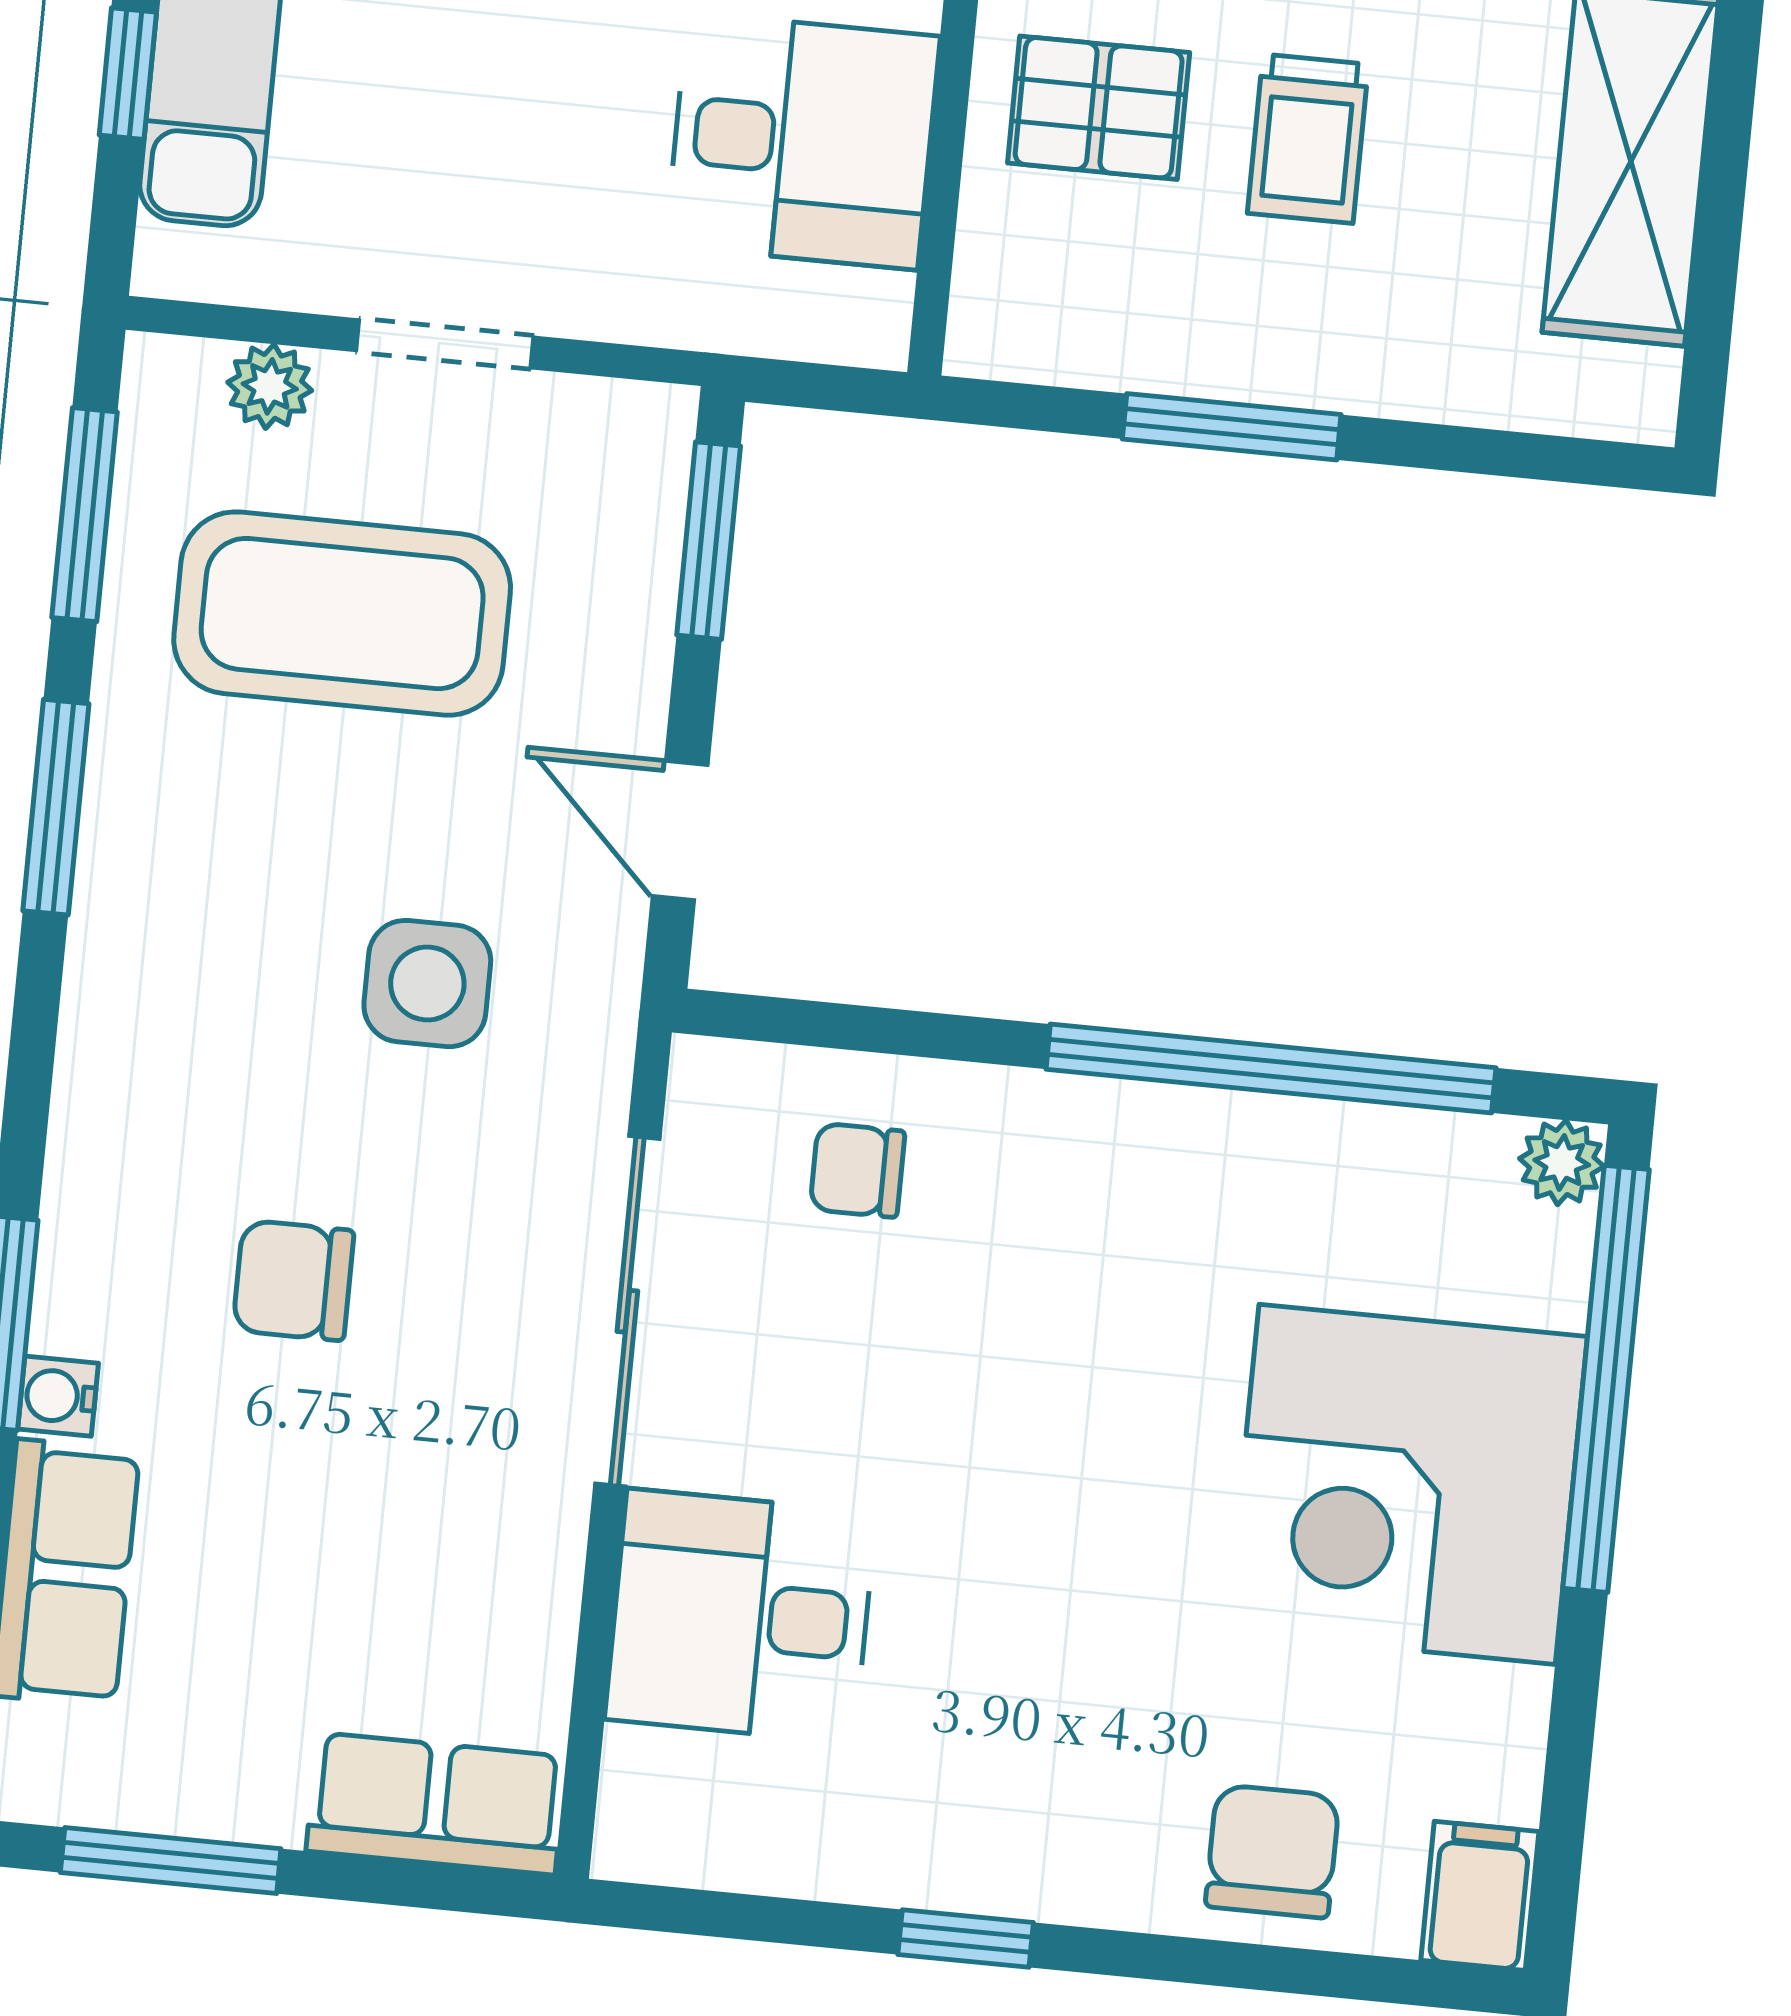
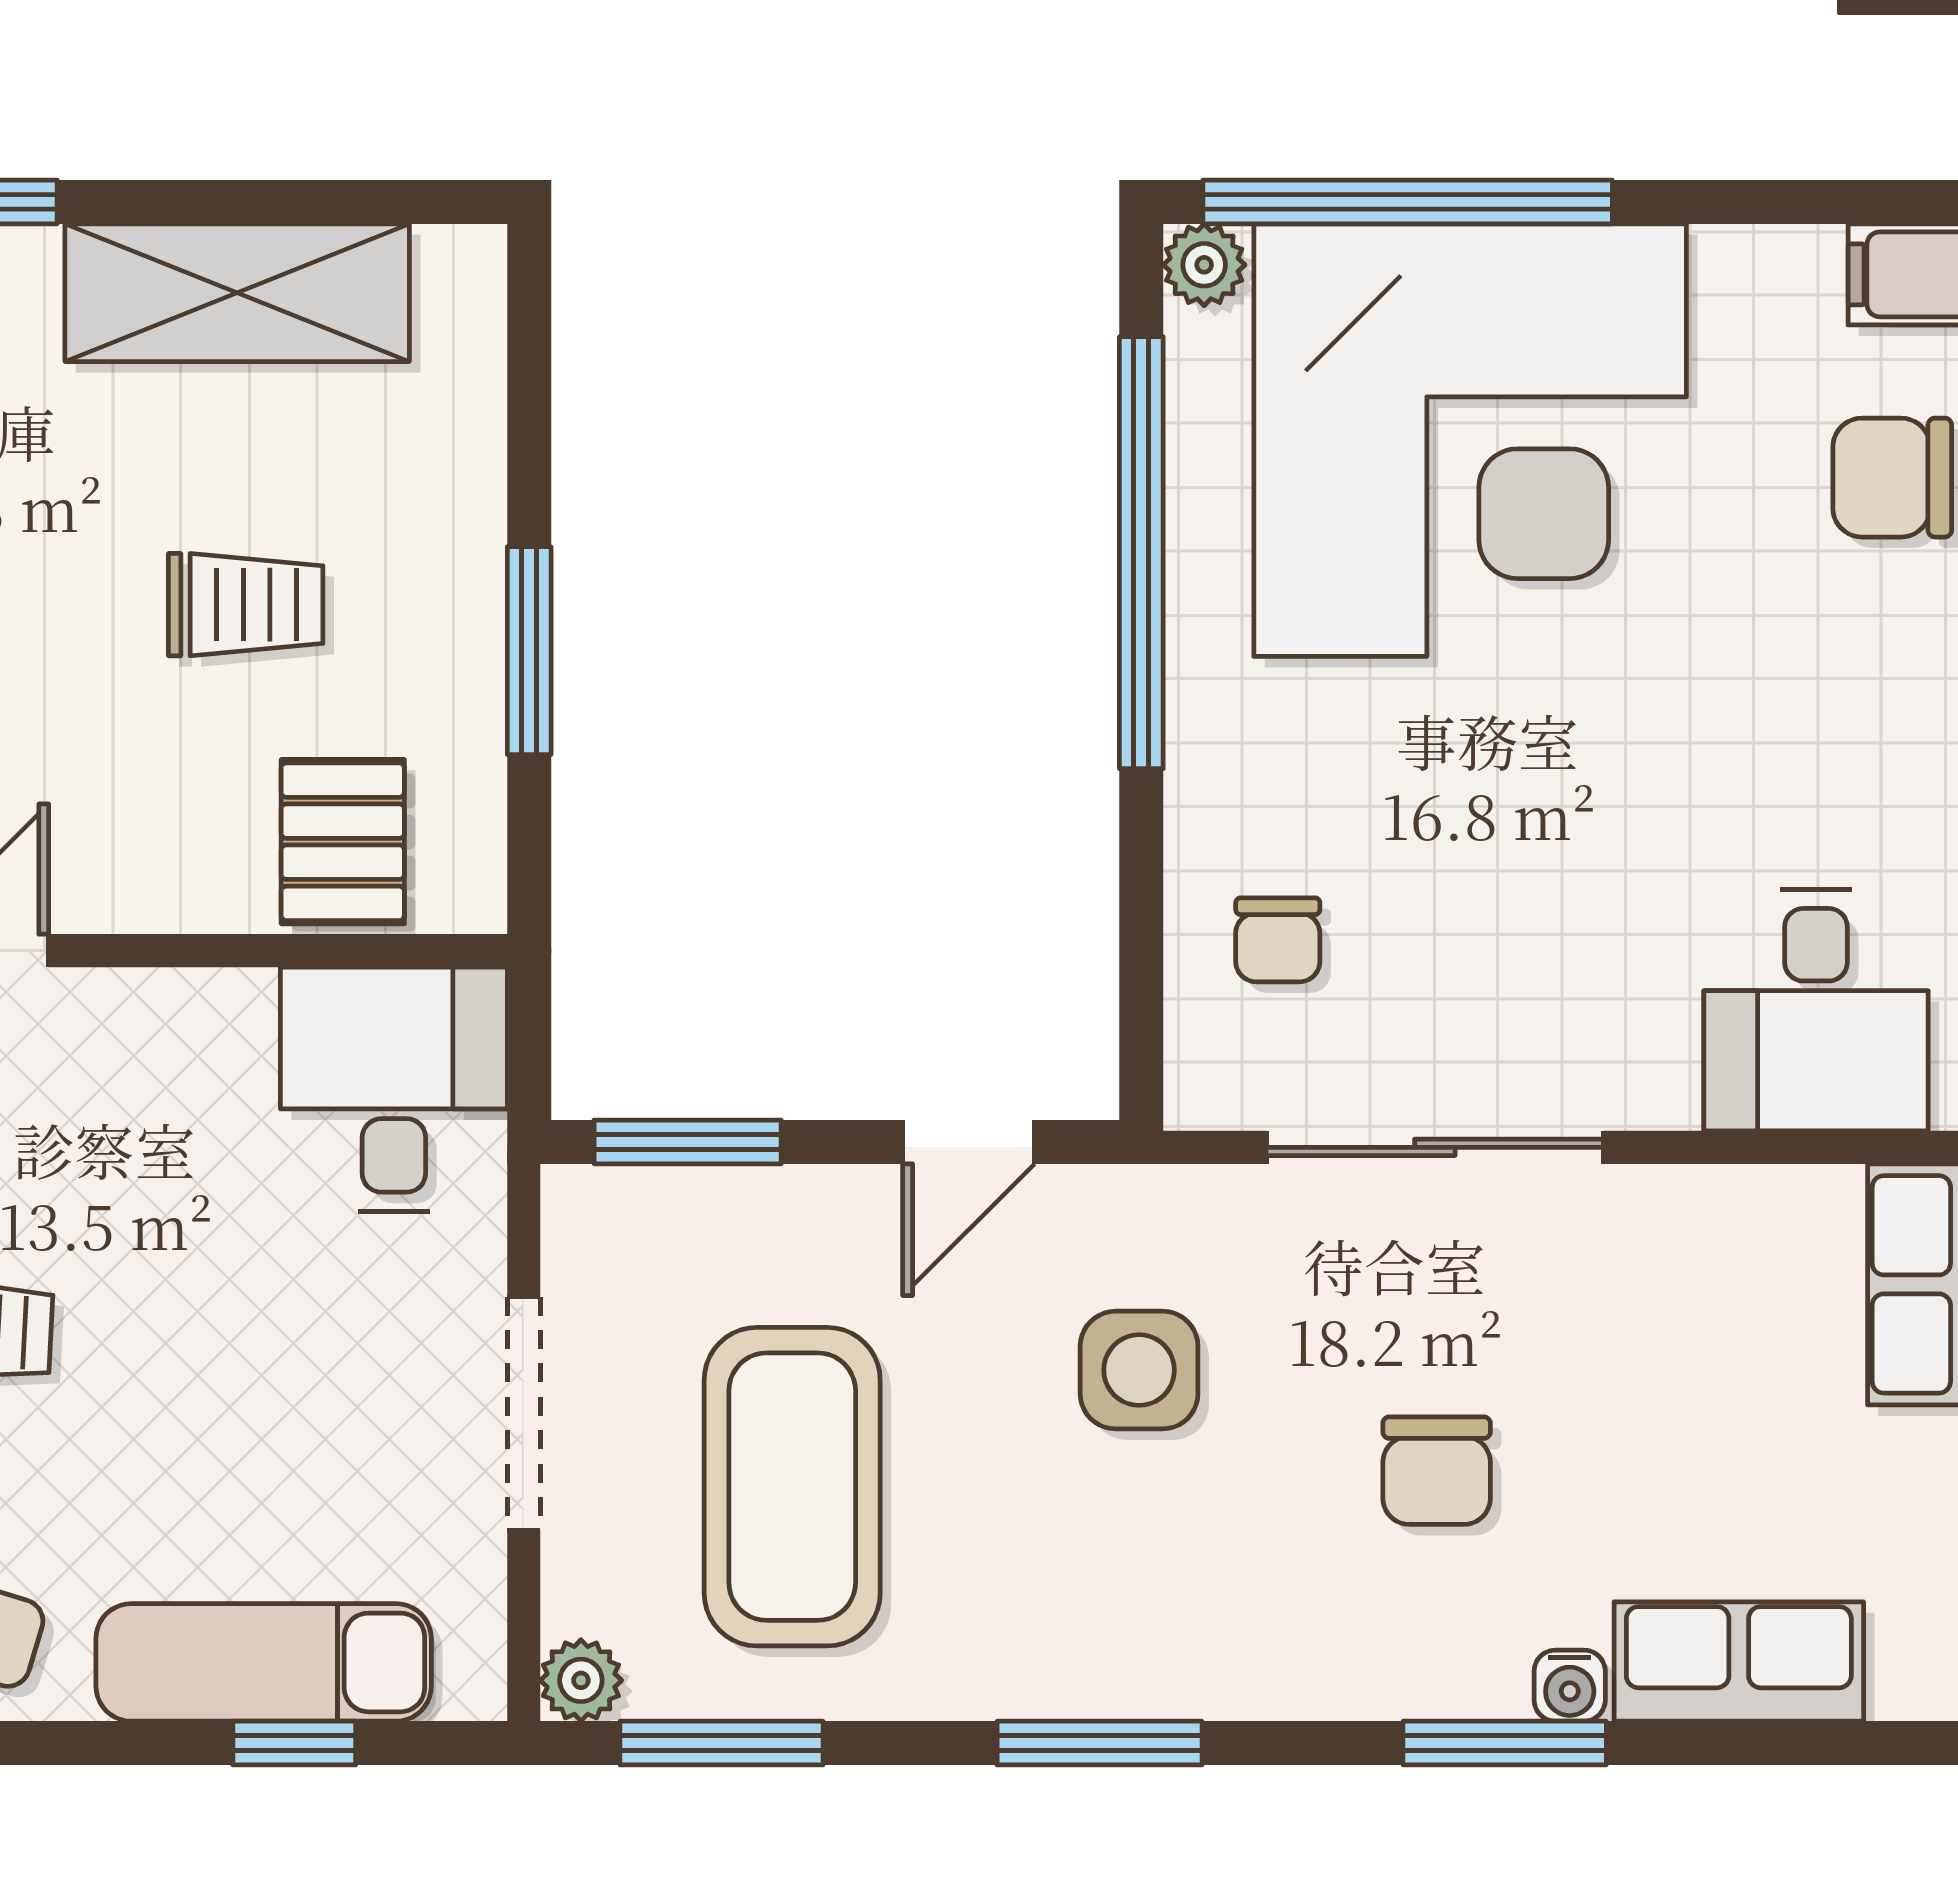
pallet: (1099, 108) -> (343, 842), moved
desk: (802, 141) -> (394, 1089), moved
doorway: (445, 344) -> (524, 1413), width x1.38
plant: (270, 386) -> (581, 1680), moved
window: (56, 807) -> (1100, 1743), moved
corner desk: (1407, 1484) -> (1470, 440), width x1.36, depth x1.36
desk: (741, 1616) -> (1816, 1010), moved

